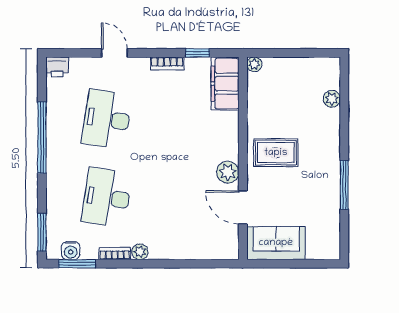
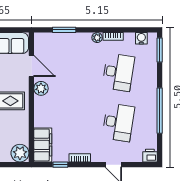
plant: (254, 64) -> (20, 153), width x1.87, depth x1.87
window: (77, 264) -> (64, 30), moved

